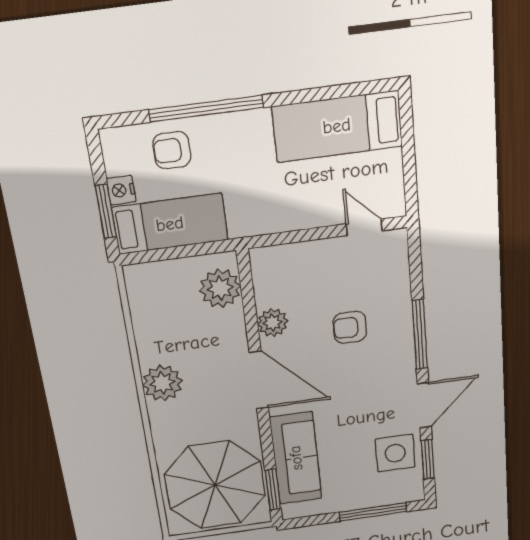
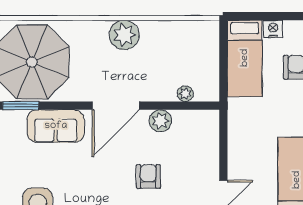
window: (106, 211) -> (260, 16), removed
plant: (220, 288) -> (185, 94), width x0.53, depth x0.53
sofa: (296, 458) -> (56, 126), width x0.73

